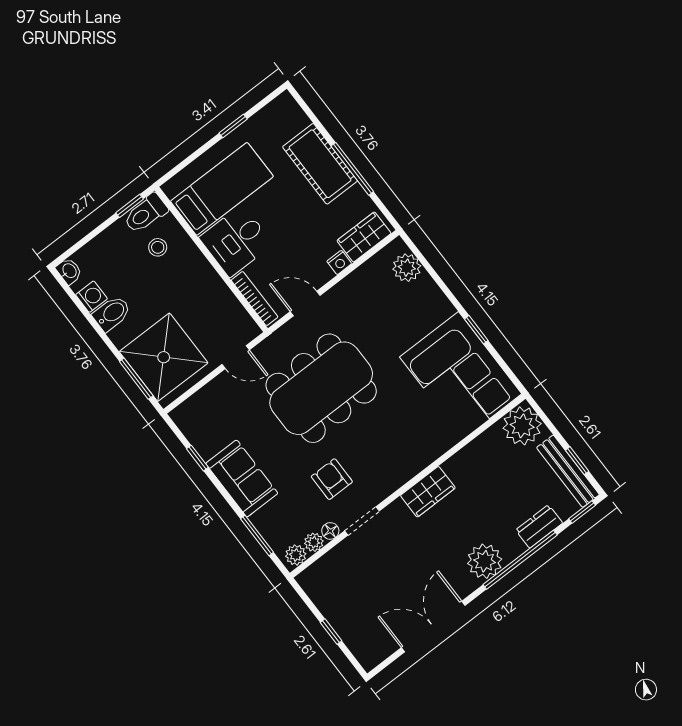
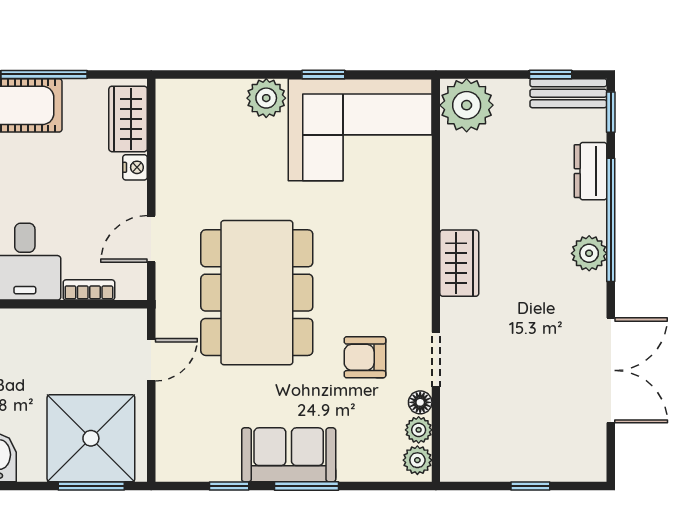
plant: (407, 268) -> (266, 98), moved
bookcase: (255, 299) -> (89, 290), width x0.64
bench: (568, 471) -> (568, 93), width x0.73
window: (257, 536) -> (306, 486), moved
plant: (485, 561) -> (589, 253), width x0.73, depth x0.73
double door: (433, 627) -> (611, 370), swing flipped

